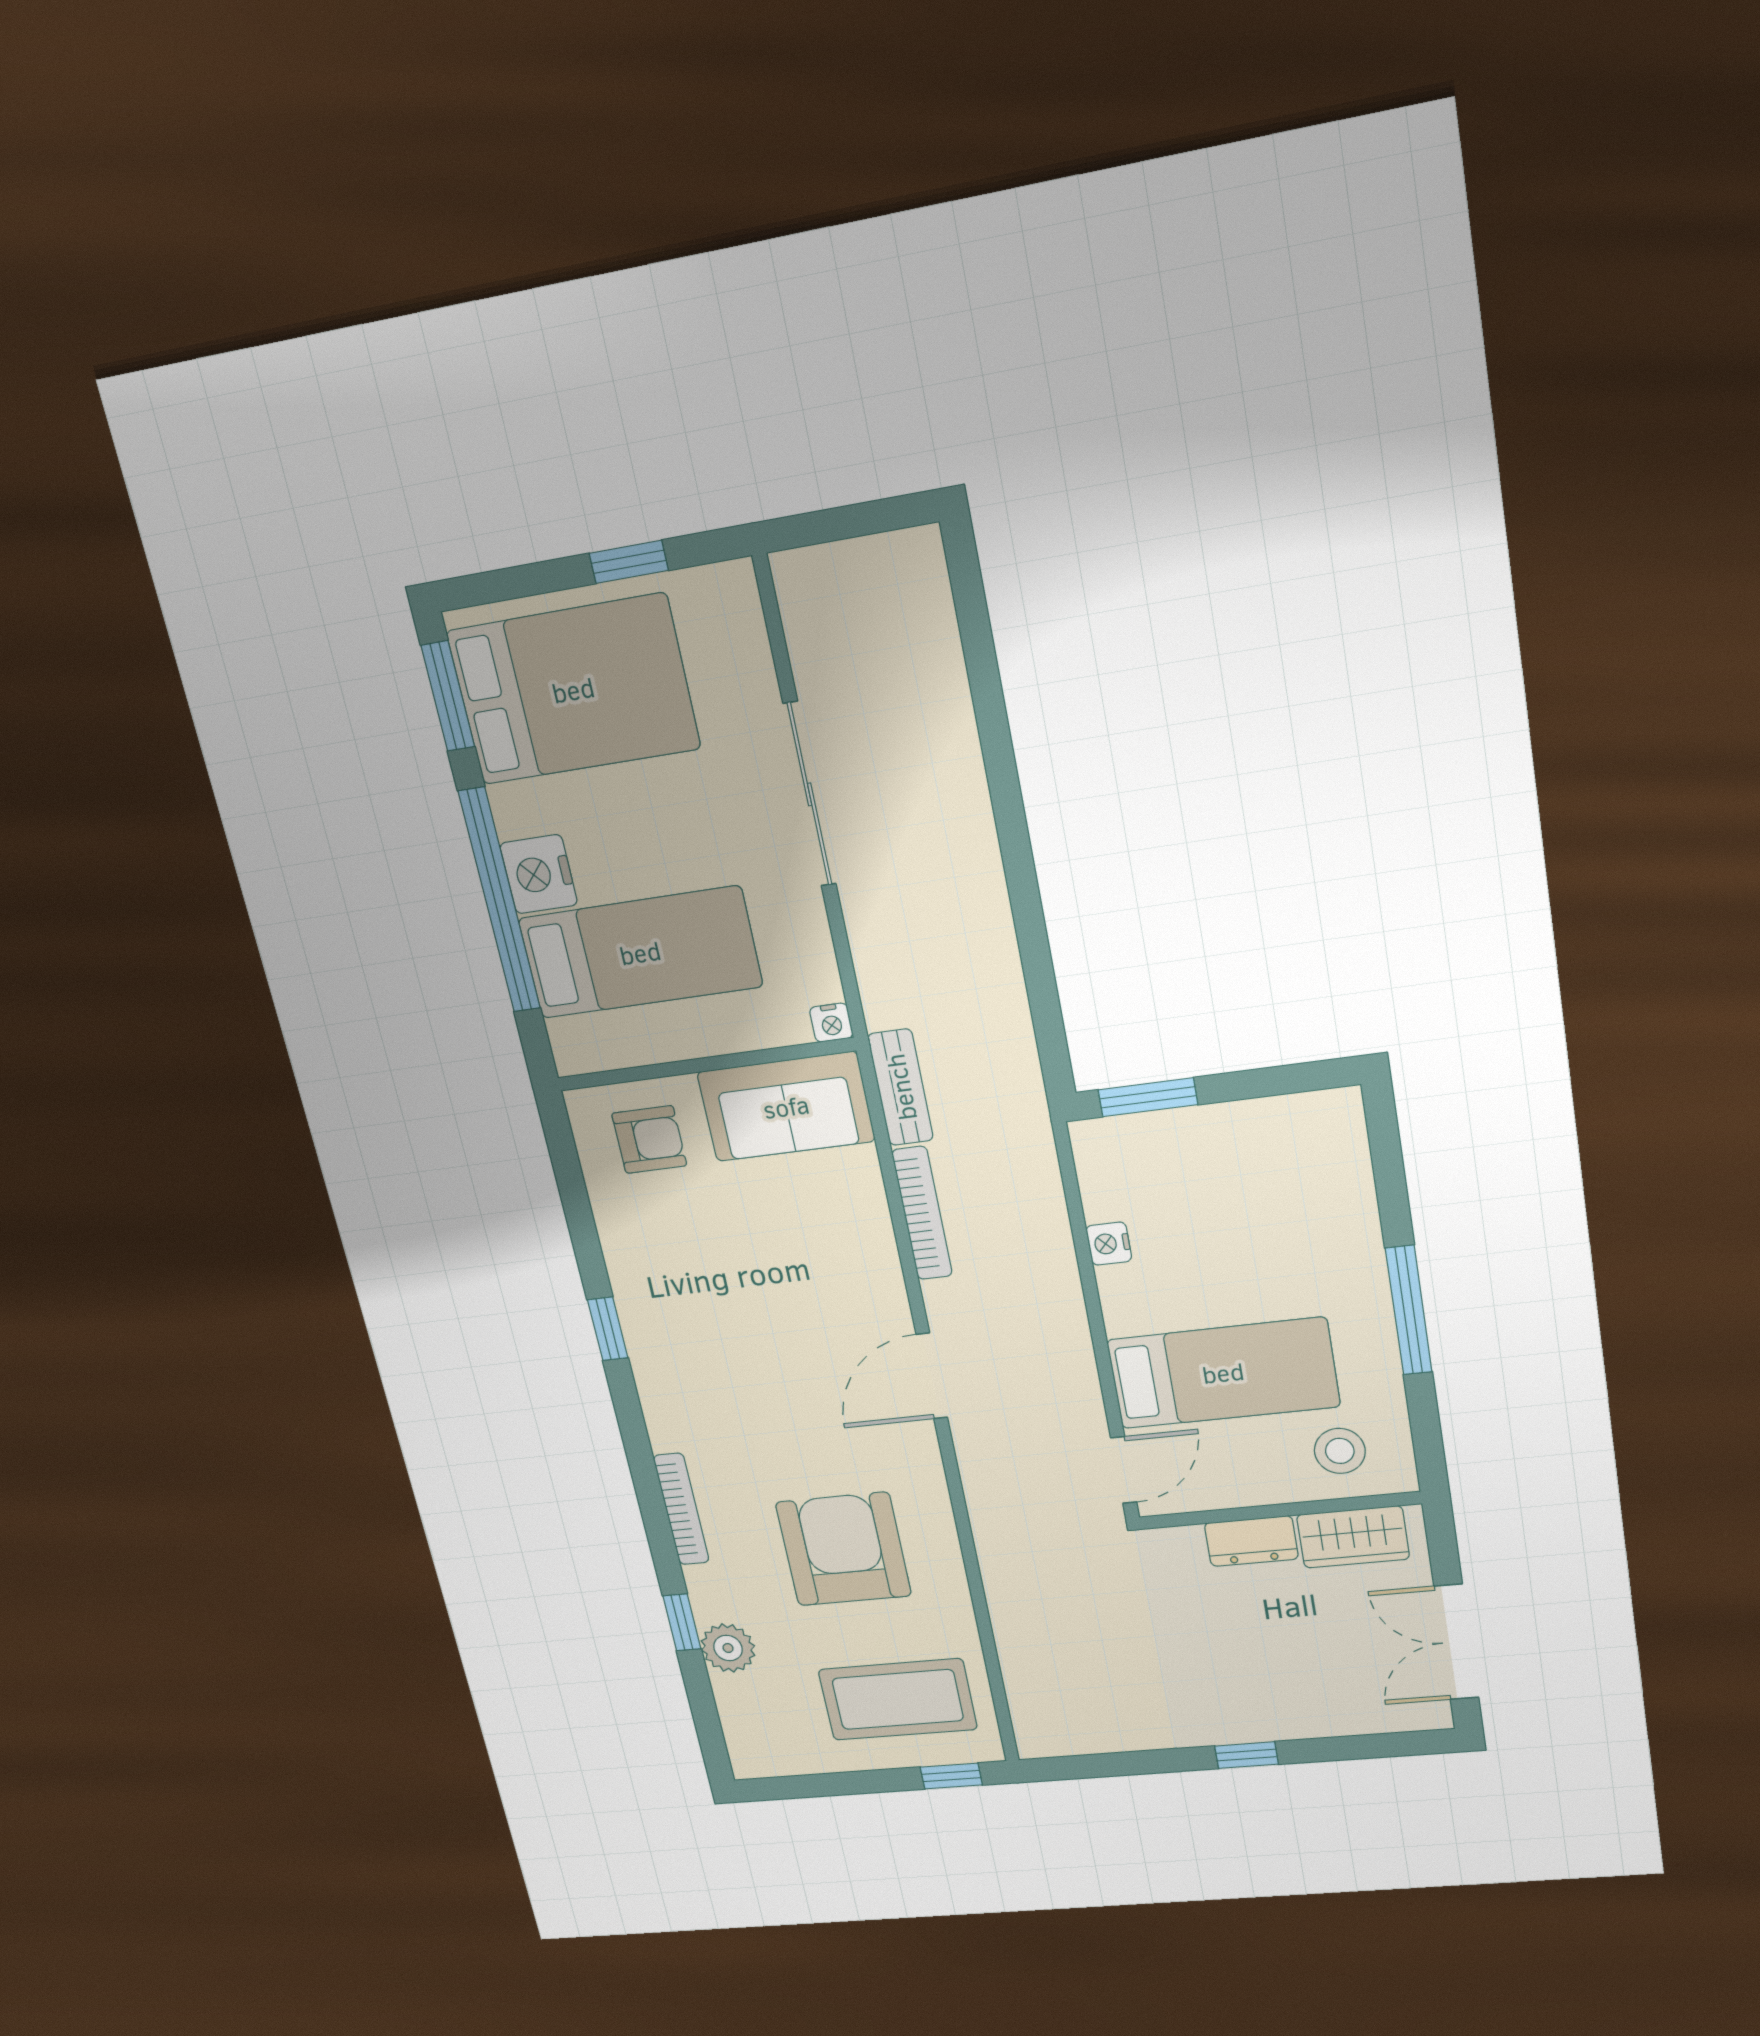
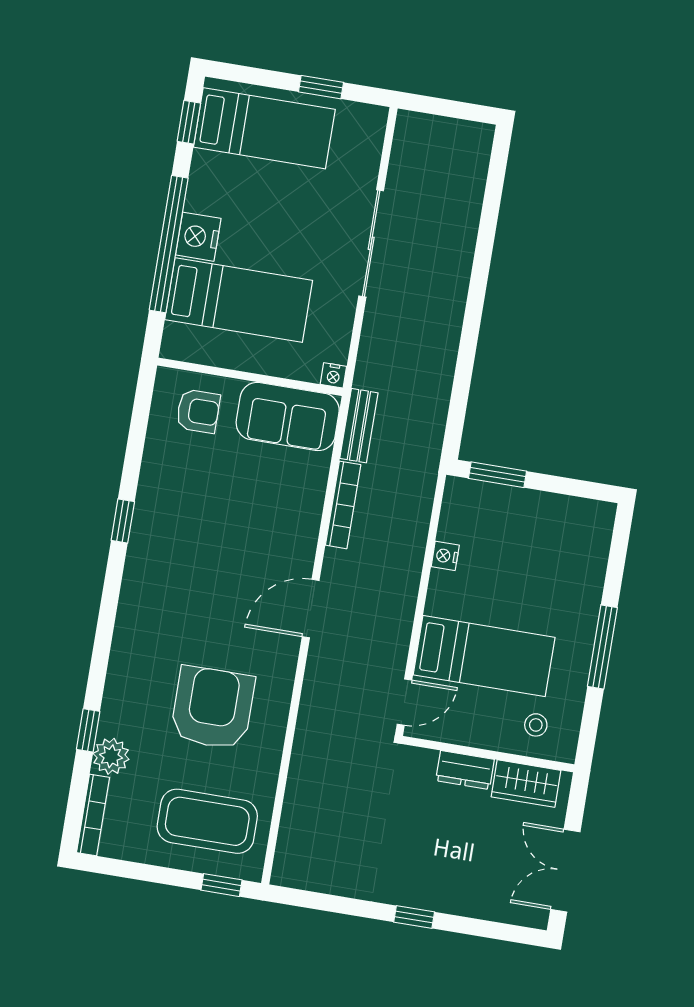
bed: (573, 690) -> (264, 128), width x0.67
window: (448, 696) -> (189, 122), width x0.67
stool: (1340, 1451) -> (536, 725), width x0.73, depth x0.73
bookcase: (681, 1509) -> (93, 815), moved

